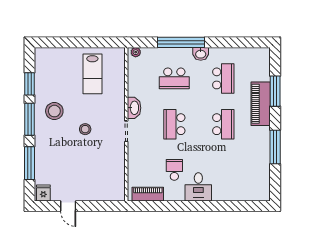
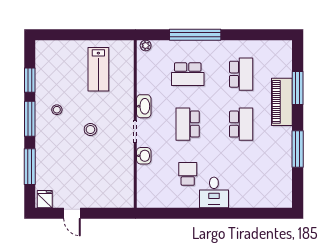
washbasin: (201, 54) -> (144, 156), moved, turned -90
stool: (54, 111) -> (57, 110), width x0.53, depth x0.53
piano: (148, 194) -> (159, 200), removed

